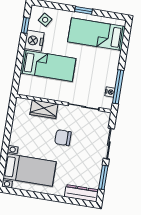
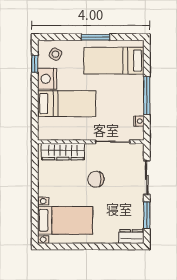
window: (83, 10) -> (95, 37), width x1.50
window: (118, 87) -> (147, 95), moved
wardrobe: (44, 109) -> (63, 152), width x1.50
dresser: (81, 193) -> (131, 236), width x0.70

